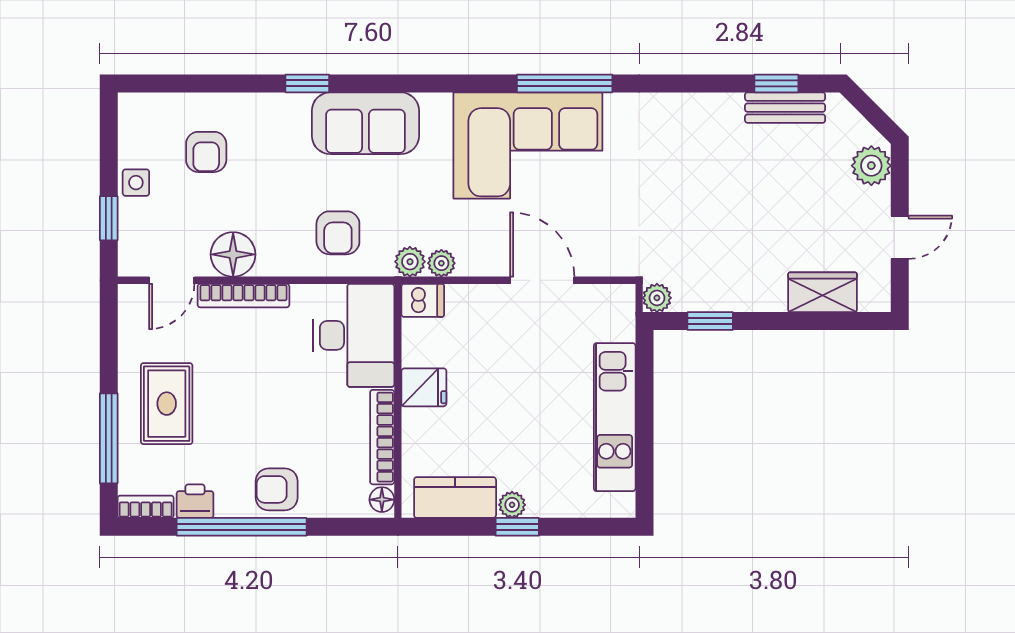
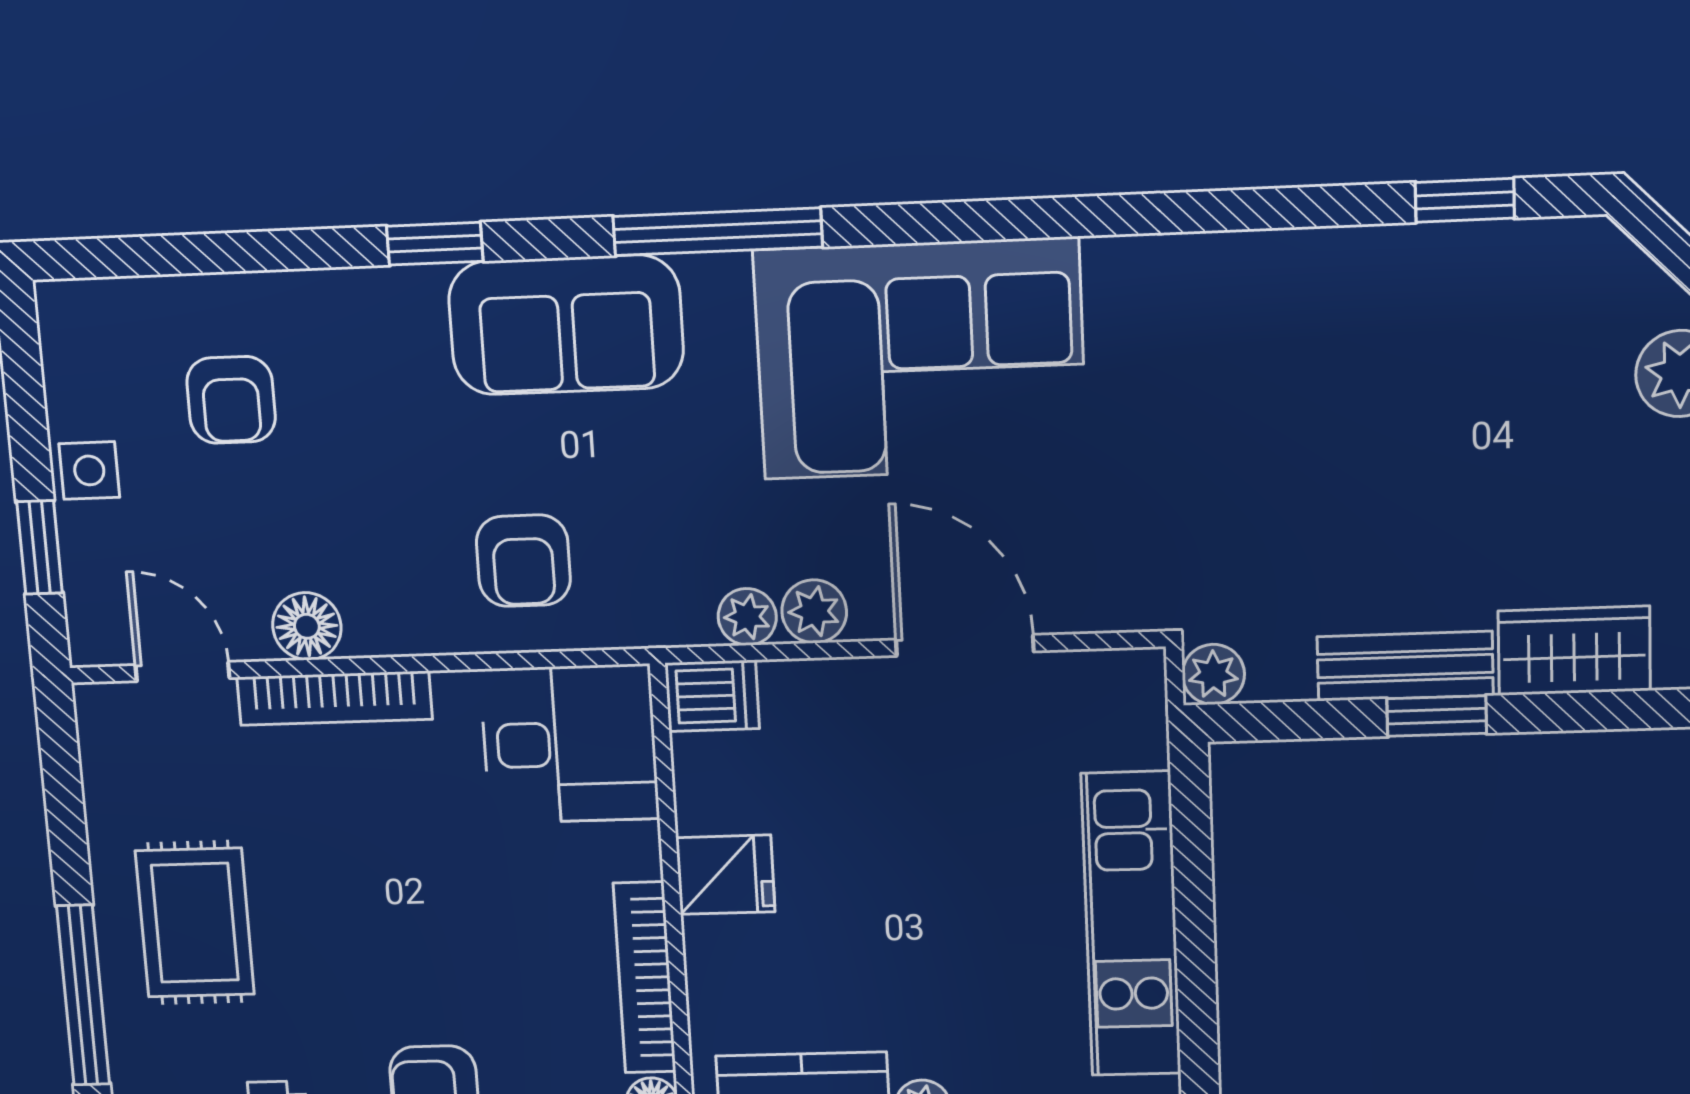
window: (565, 83) -> (718, 232), moved
bench: (785, 108) -> (1405, 666), moved
floor lamp: (233, 254) -> (307, 626), width x0.73, depth x0.73
plant: (410, 262) -> (814, 611), moved
door: (172, 280) -> (182, 672), swing flipped
window: (710, 321) -> (1437, 716), moved
desk: (354, 335) -> (570, 744), width x0.73

